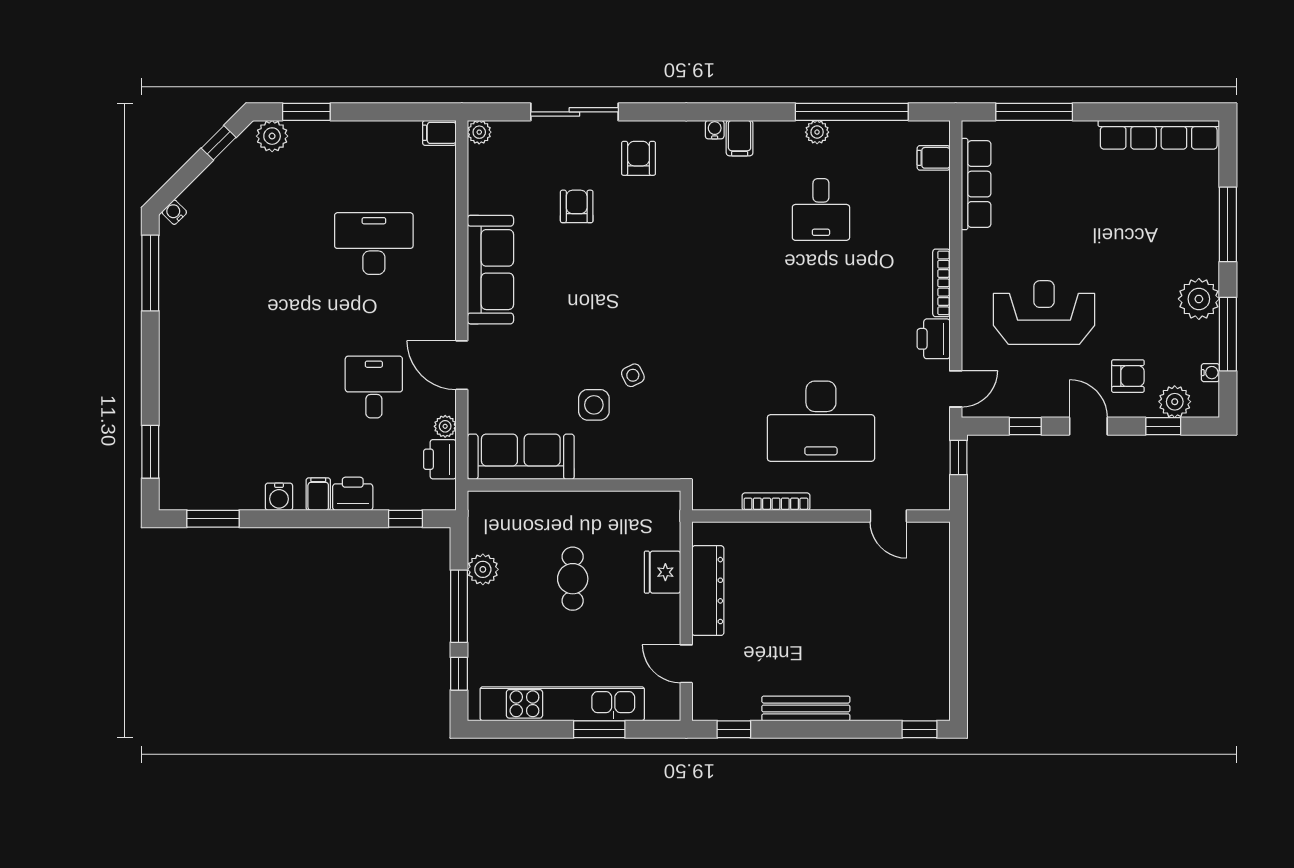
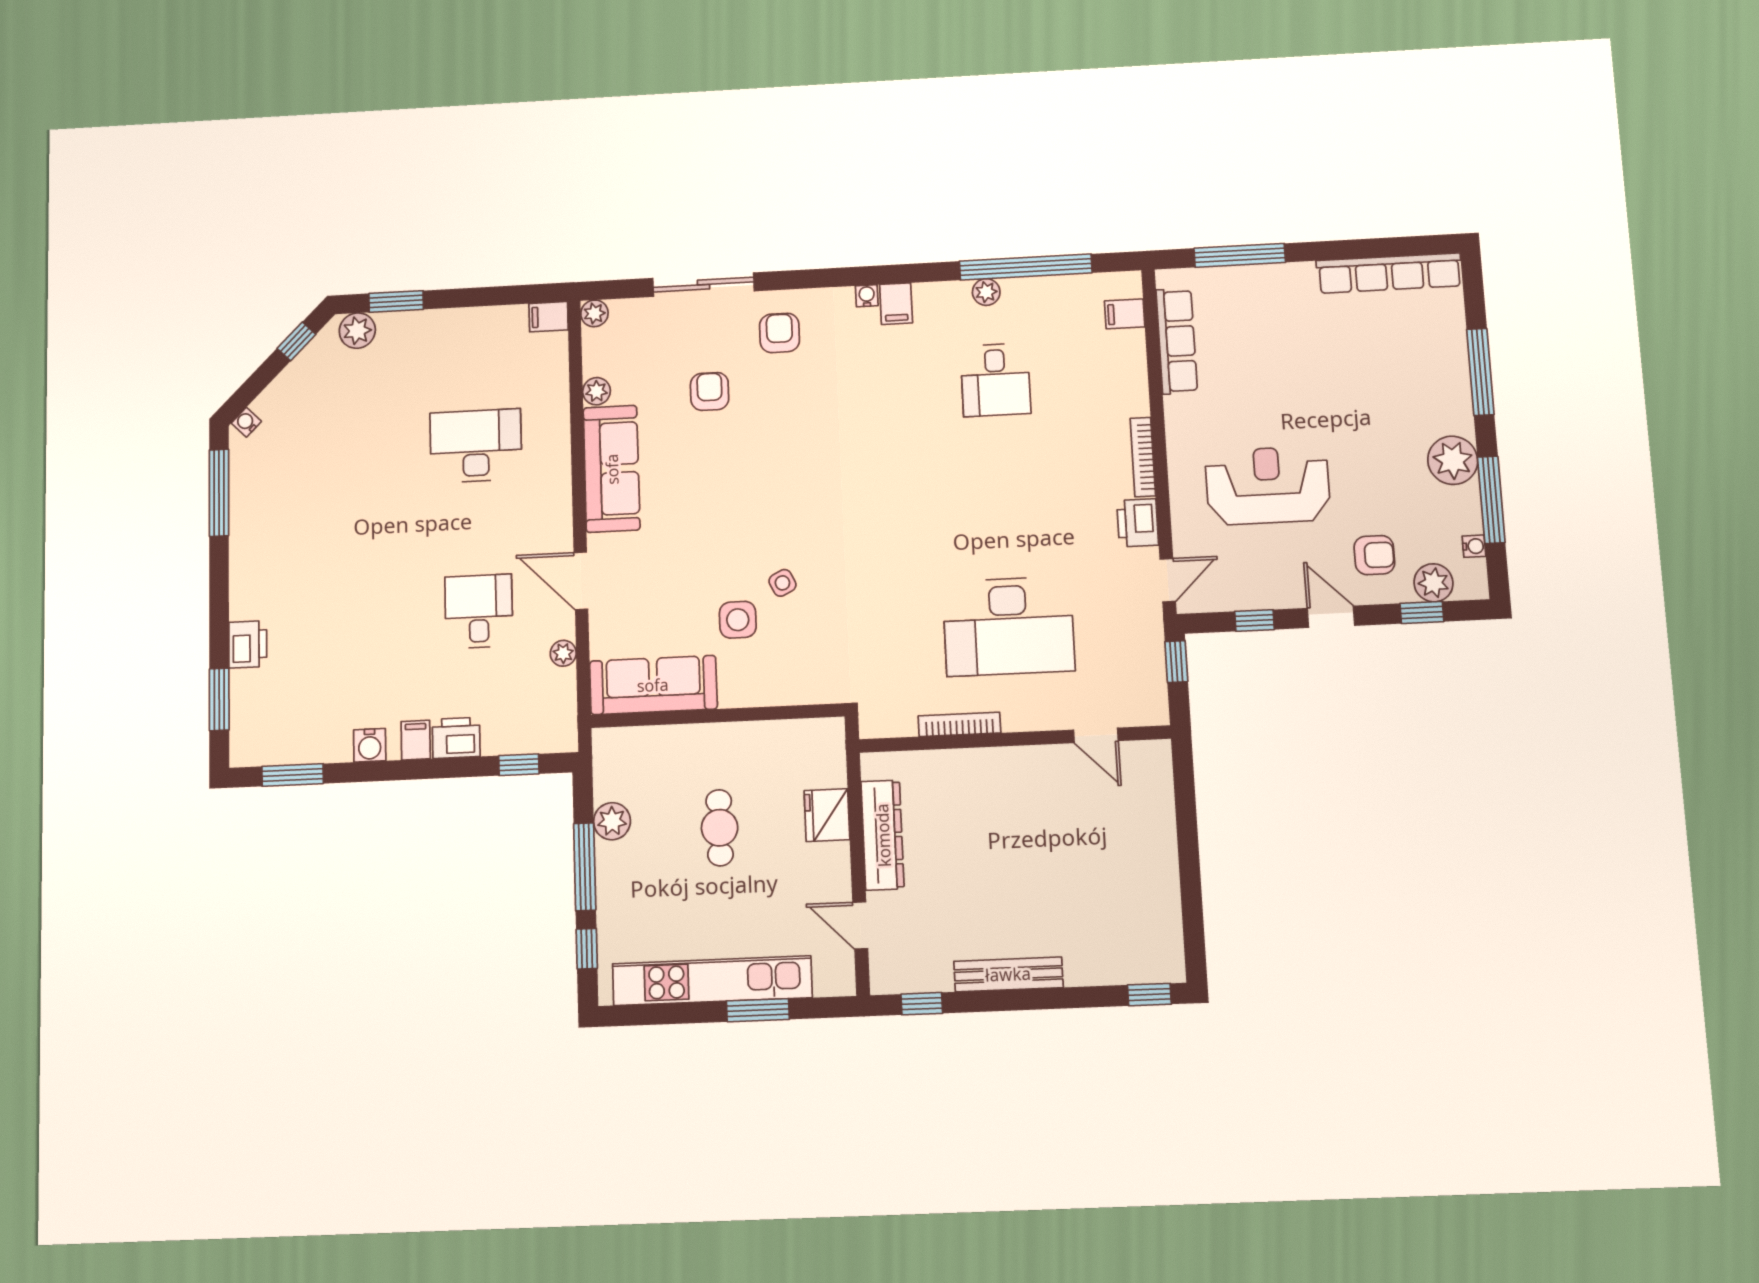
plant: (479, 201) -> (597, 391), added
printer: (440, 459) -> (248, 644), moved, turned 180

